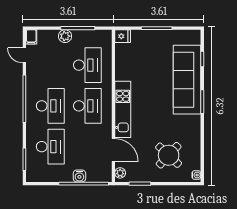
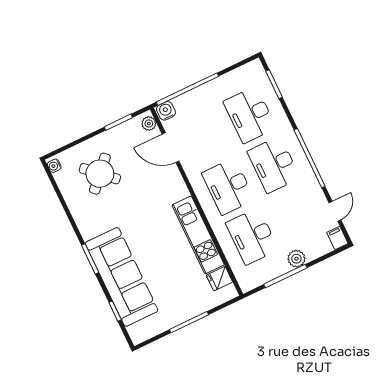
fridge: (123, 36) -> (219, 279), moved
door: (24, 55) -> (335, 211), hinge flipped
kitchen unit: (123, 109) -> (198, 235), moved
water cooler: (79, 176) -> (166, 111), moved

